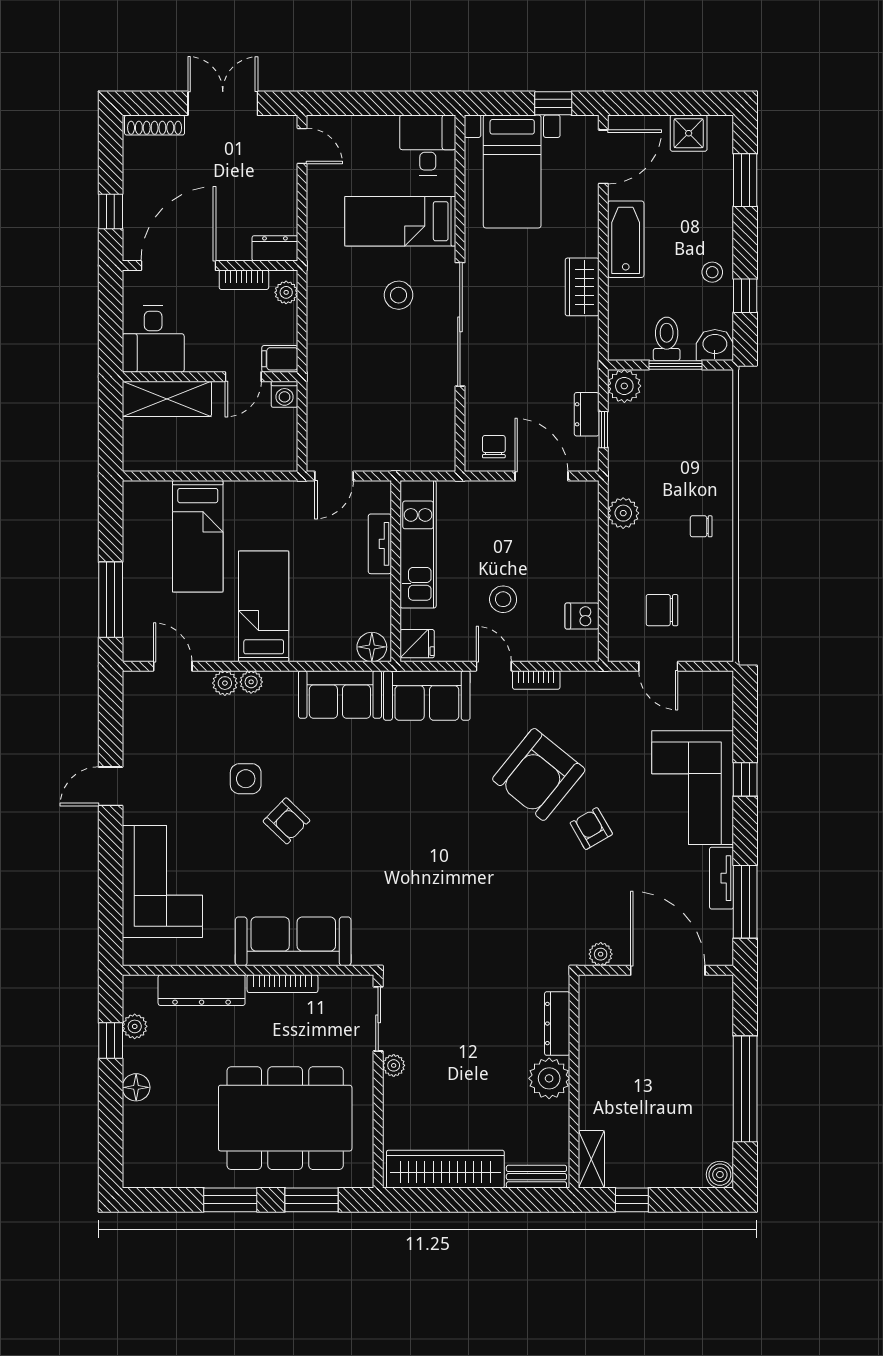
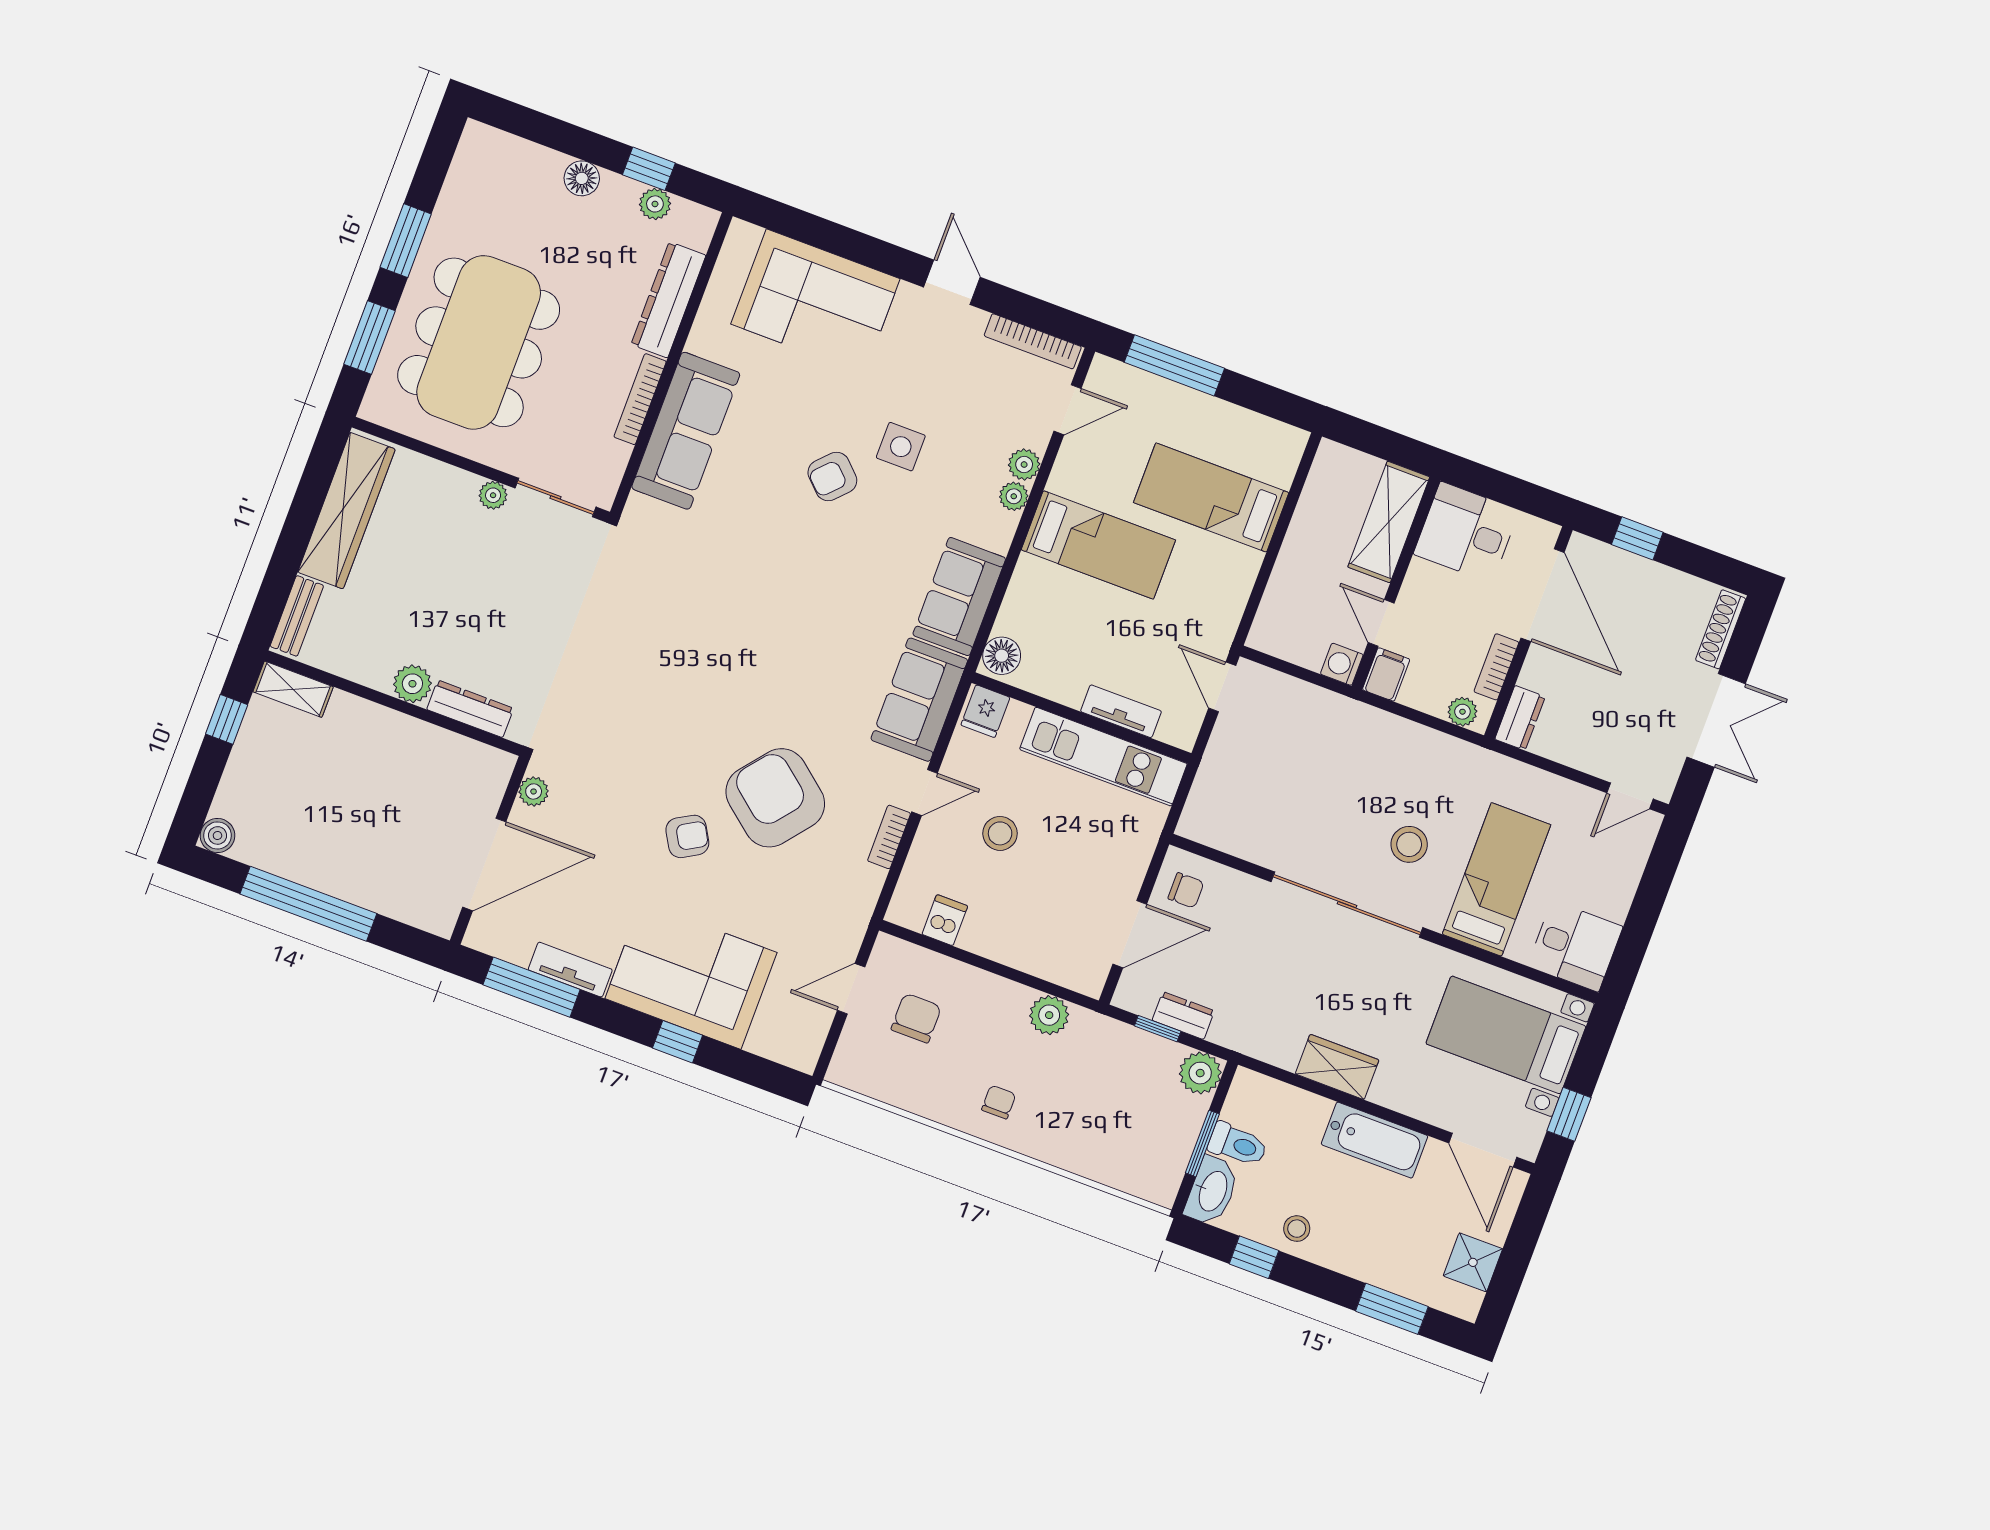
washbasin: (715, 345) -> (1212, 1191), width x1.38
bookcase: (132, 711) -> (1033, 341), added
plant: (549, 1078) -> (412, 684), width x0.73, depth x0.73

